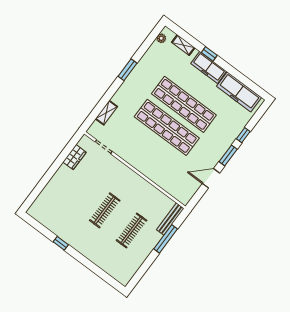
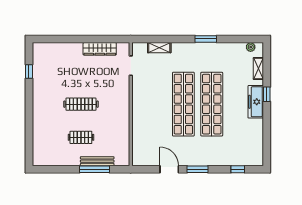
freezer: (239, 92) -> (254, 140), removed
window: (243, 135) -> (238, 169), moved
wardrobe: (75, 157) -> (100, 49), width x1.50
bench: (170, 219) -> (97, 161), moved
clothes rail: (132, 230) -> (81, 137), width x0.73
window: (61, 243) -> (29, 72), moved

